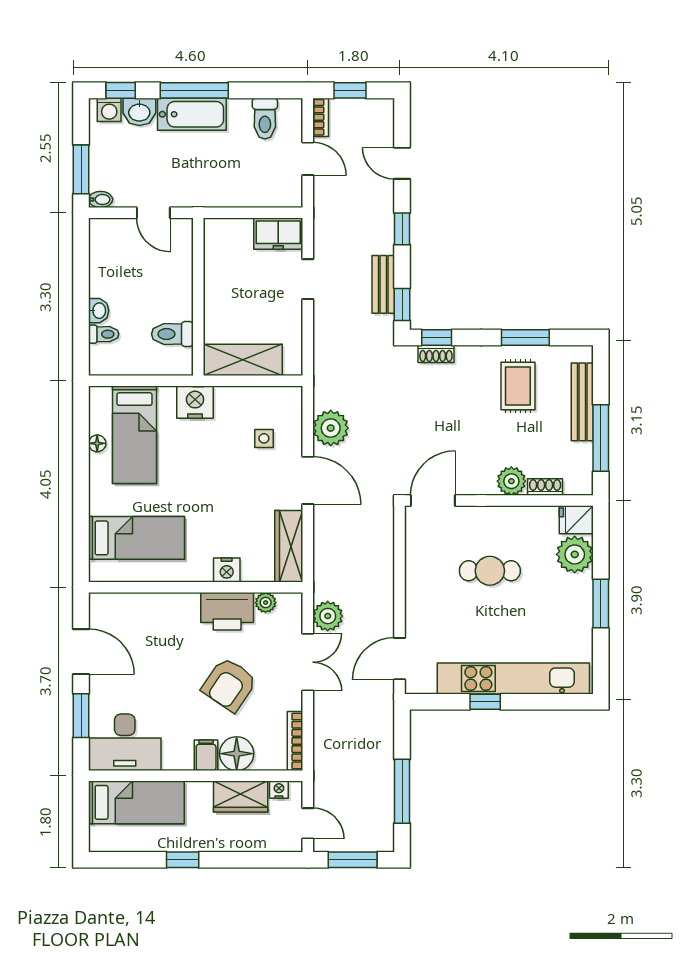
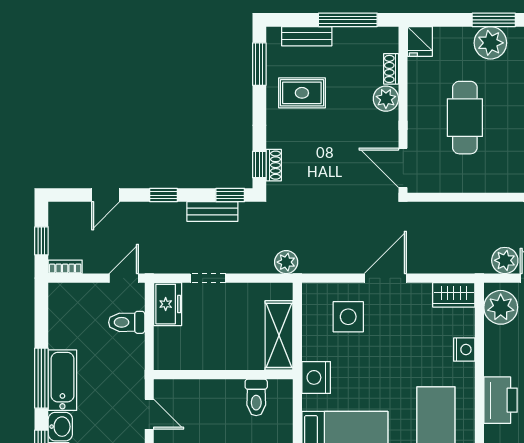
toilet: (265, 119) -> (127, 322), moved, turned 180
door: (308, 159) -> (124, 278), moved
door: (153, 213) -> (149, 414), hinge flipped
window: (525, 338) -> (259, 64), moved
bench: (582, 402) -> (307, 36), width x0.73
plant: (331, 428) -> (286, 262), moved, width x0.73, depth x0.73
side table: (264, 438) -> (348, 317), width x1.87, depth x1.87
wardrobe: (289, 546) -> (454, 295), width x0.67
plant: (575, 554) -> (490, 43), moved
cafe table: (490, 571) -> (465, 118), width x1.37, depth x1.35
plant: (266, 603) -> (501, 307), width x1.88, depth x1.88
printer: (227, 611) -> (501, 400), moved

